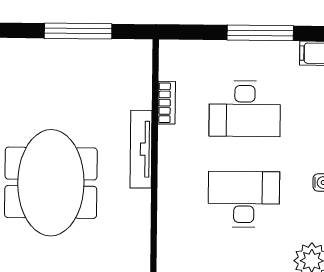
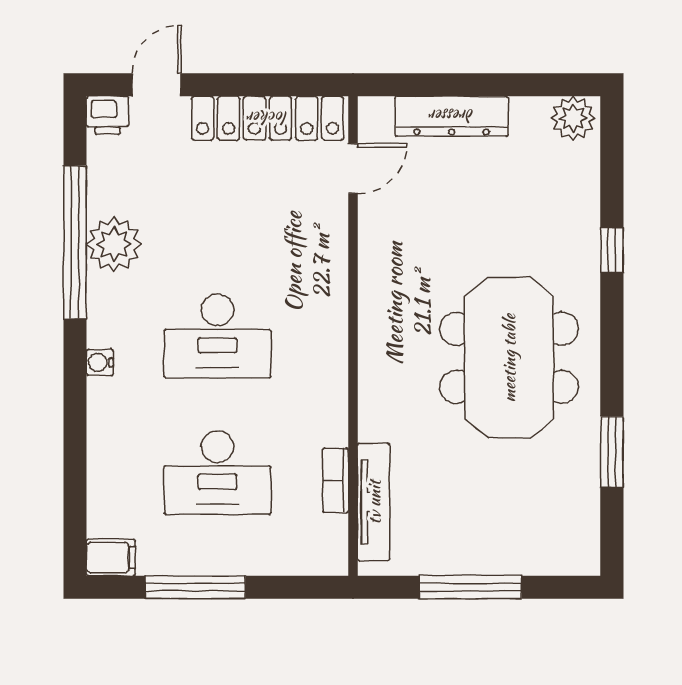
desk: (245, 109) -> (217, 473), turned 180
tv unit: (141, 149) -> (374, 502), moved

